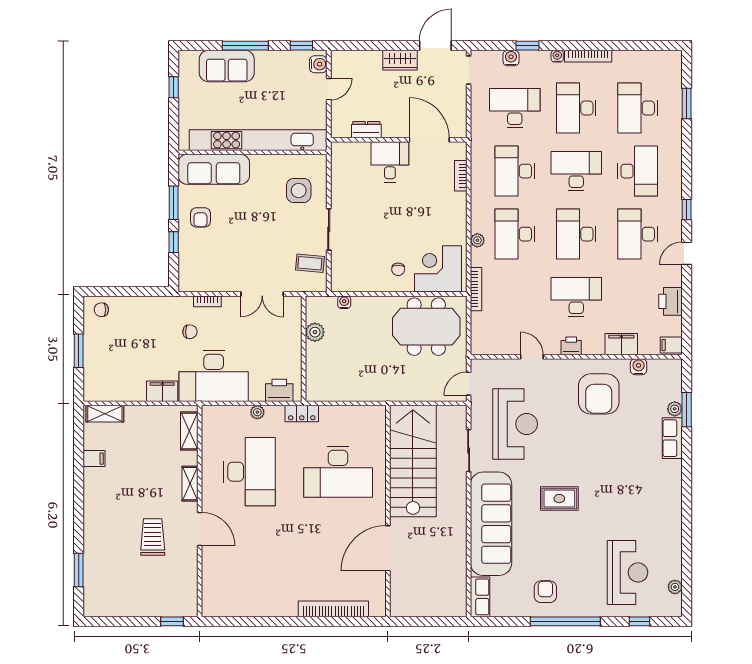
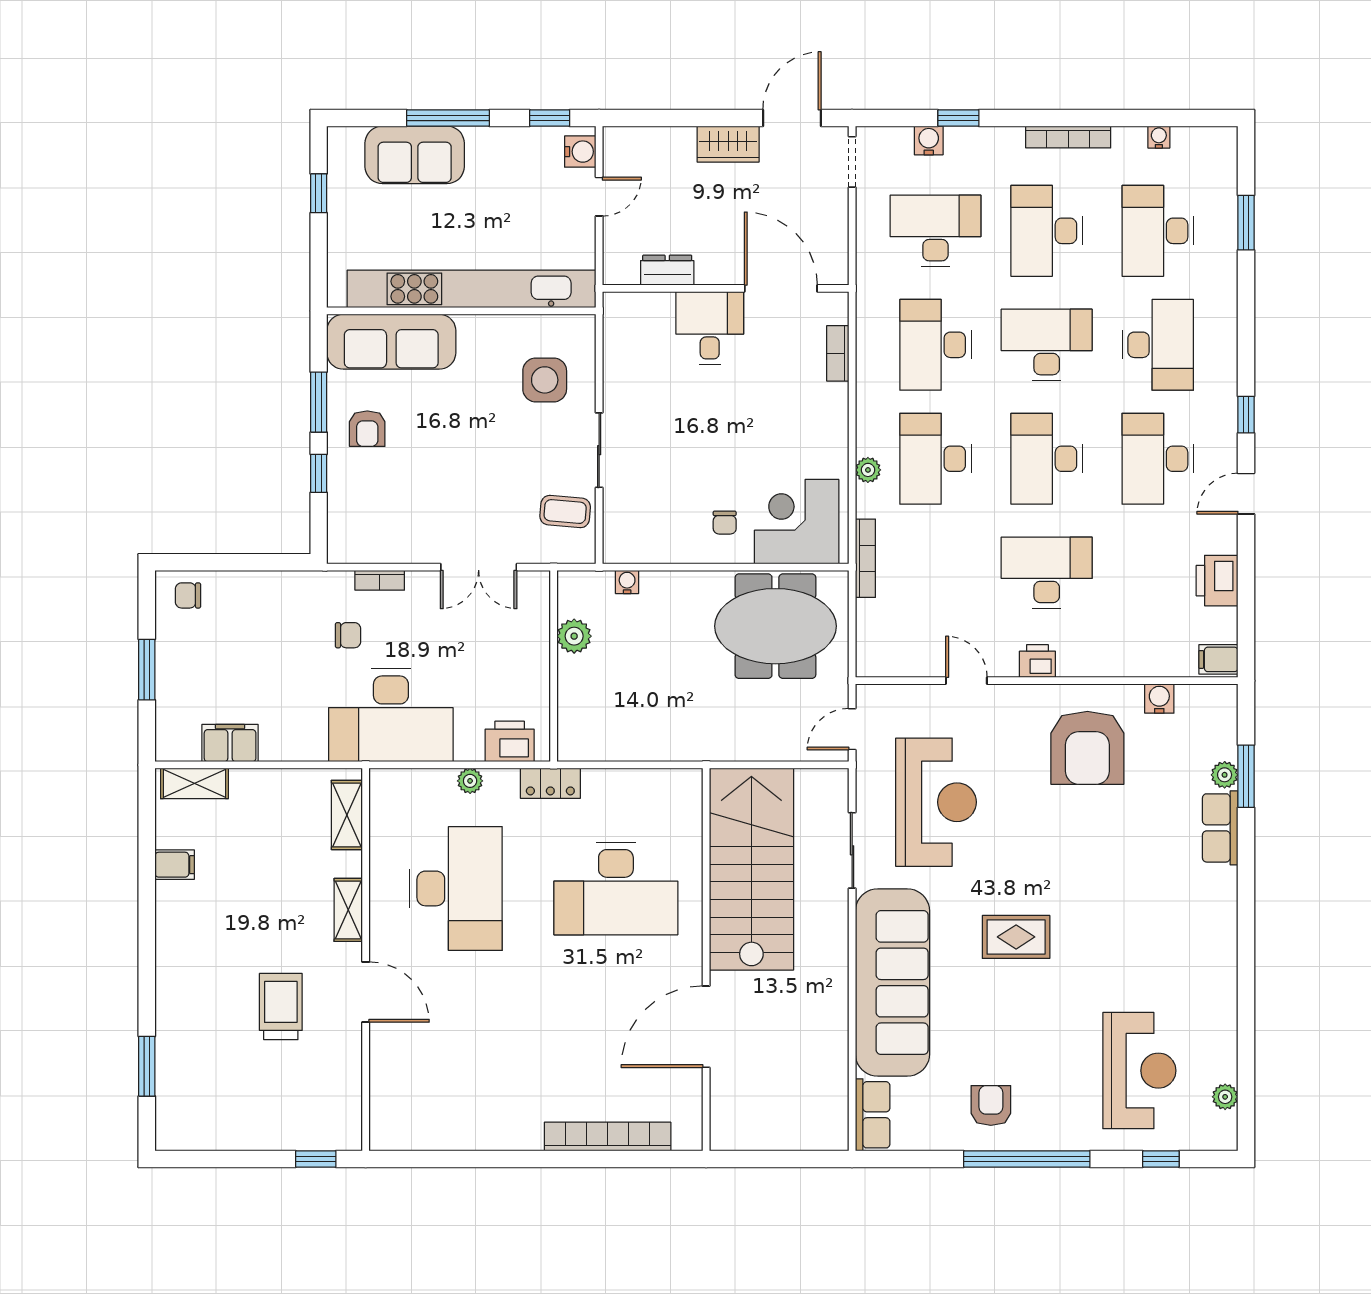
water cooler: (557, 56) -> (1159, 137), moved
filing cabinet: (621, 344) -> (1128, 658), removed
filing cabinet: (162, 391) -> (230, 743), moved

